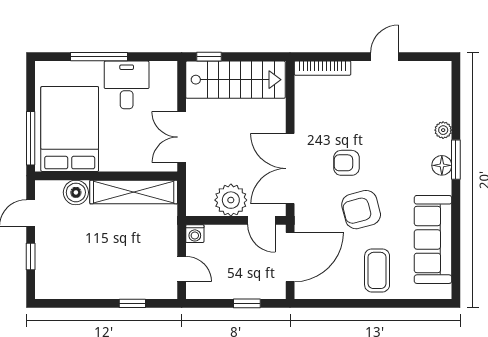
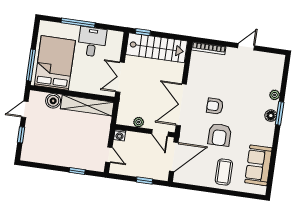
plant: (231, 200) -> (139, 122), width x0.53, depth x0.53
armchair: (361, 210) -> (220, 135), turned -75
sofa: (433, 239) -> (258, 165), width x0.73

